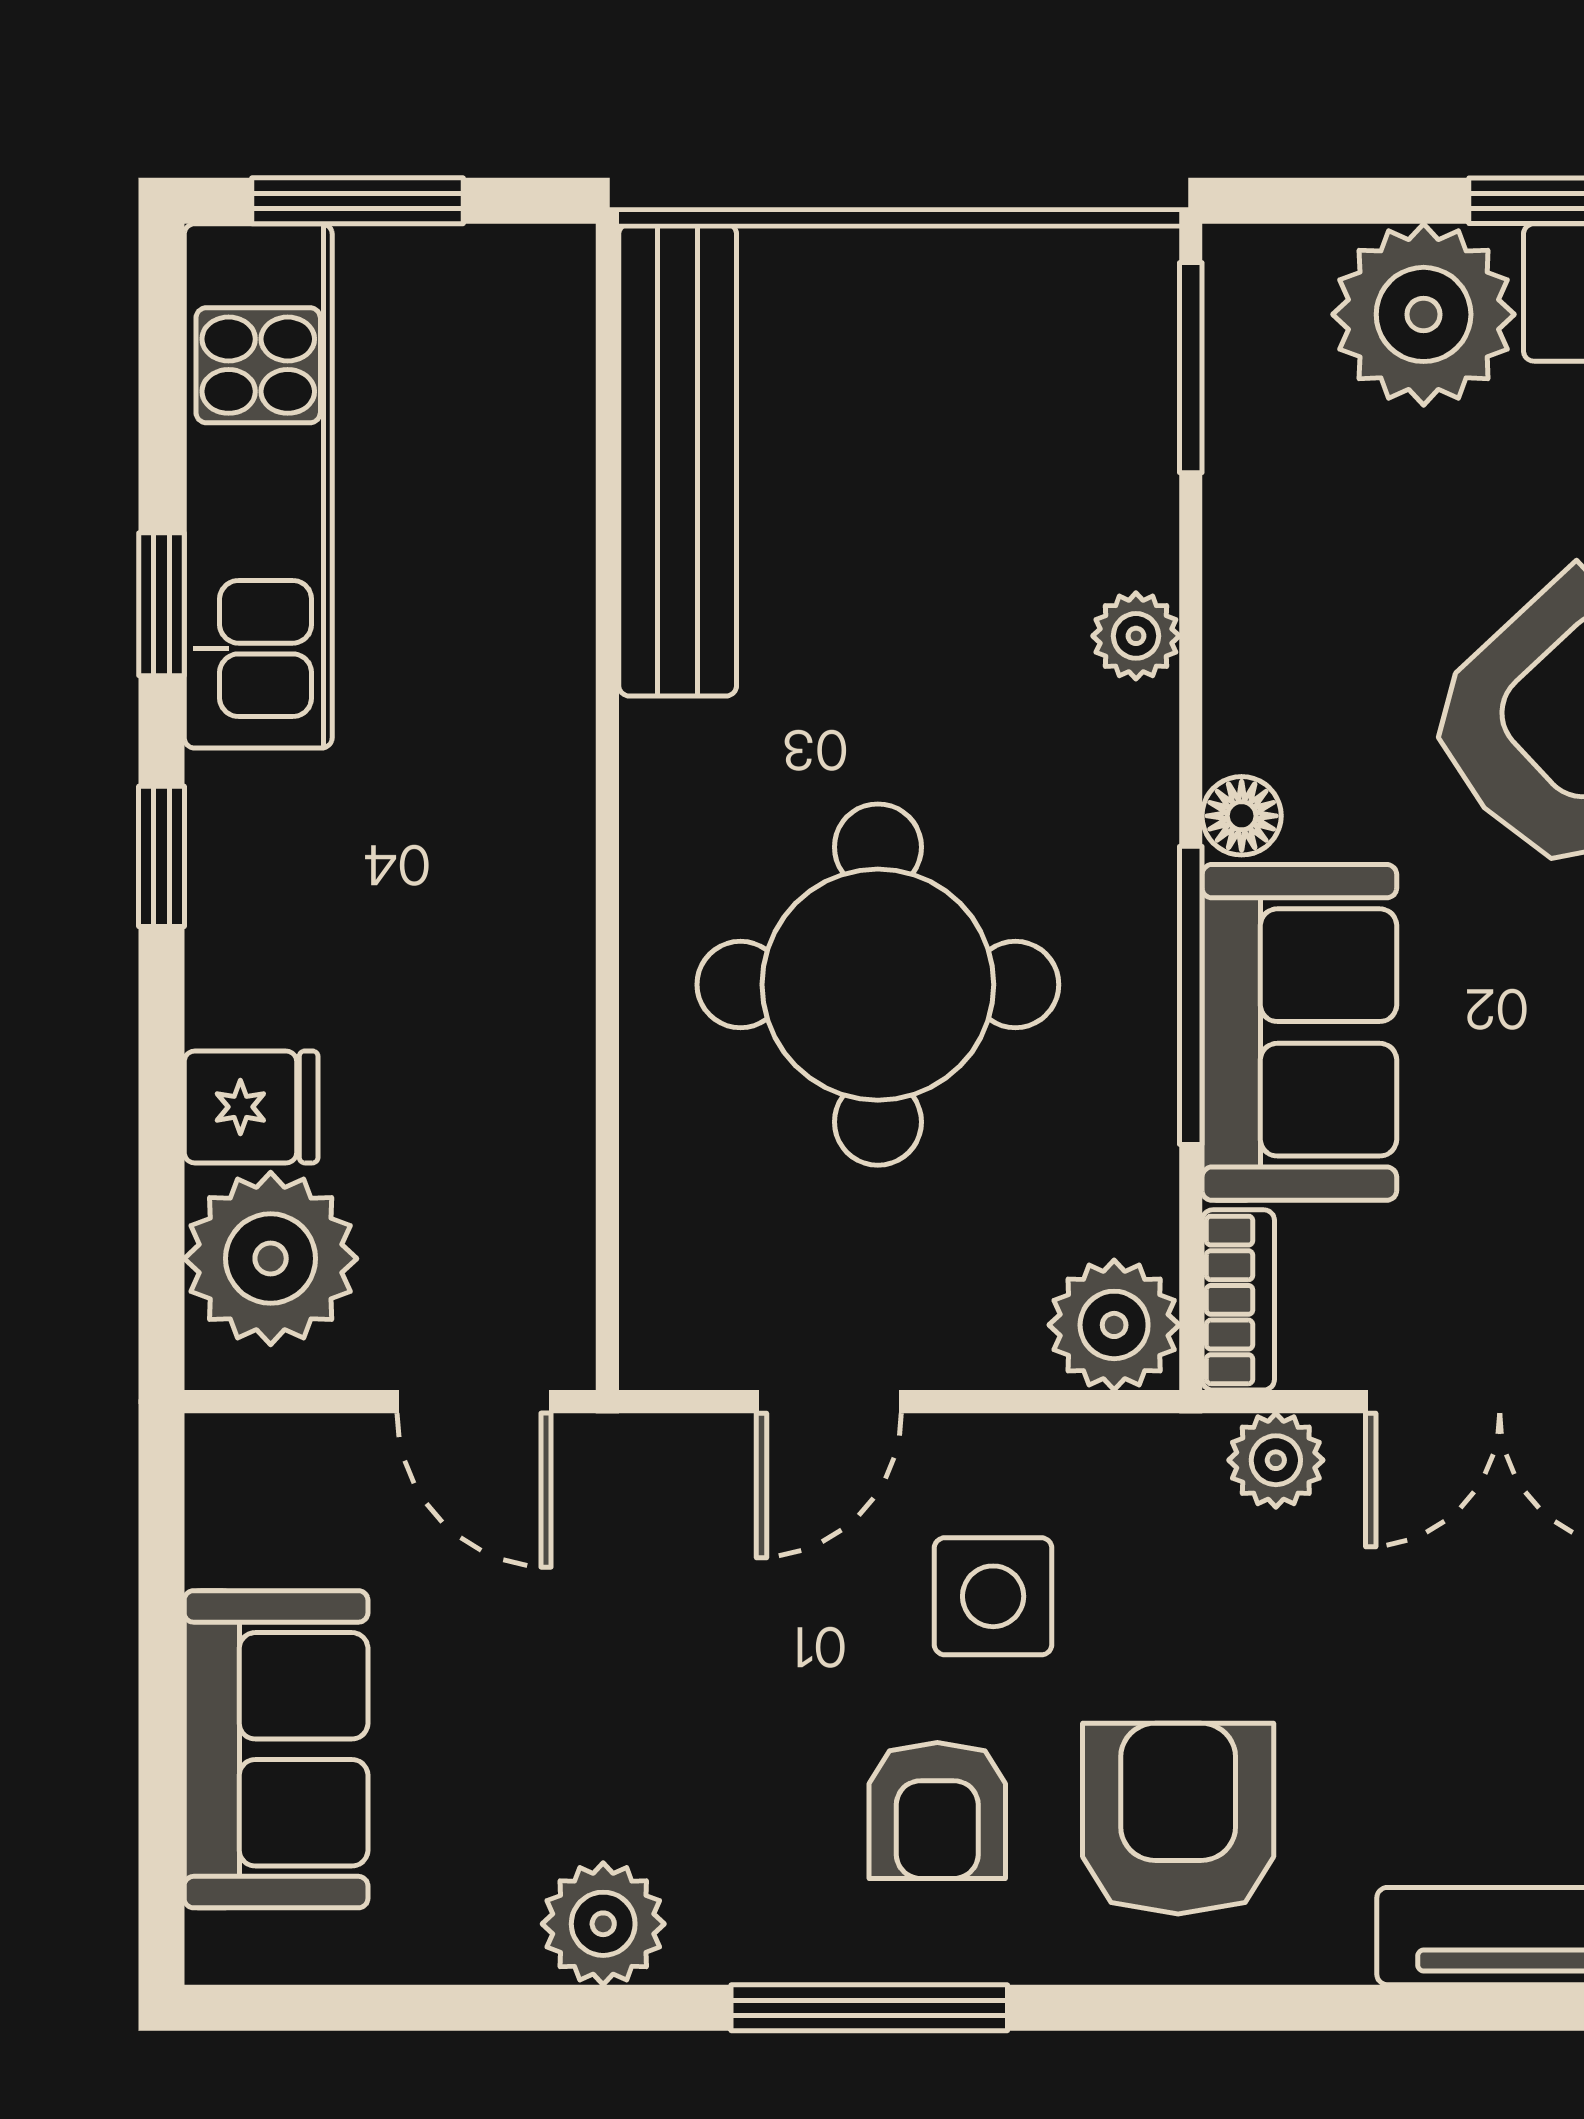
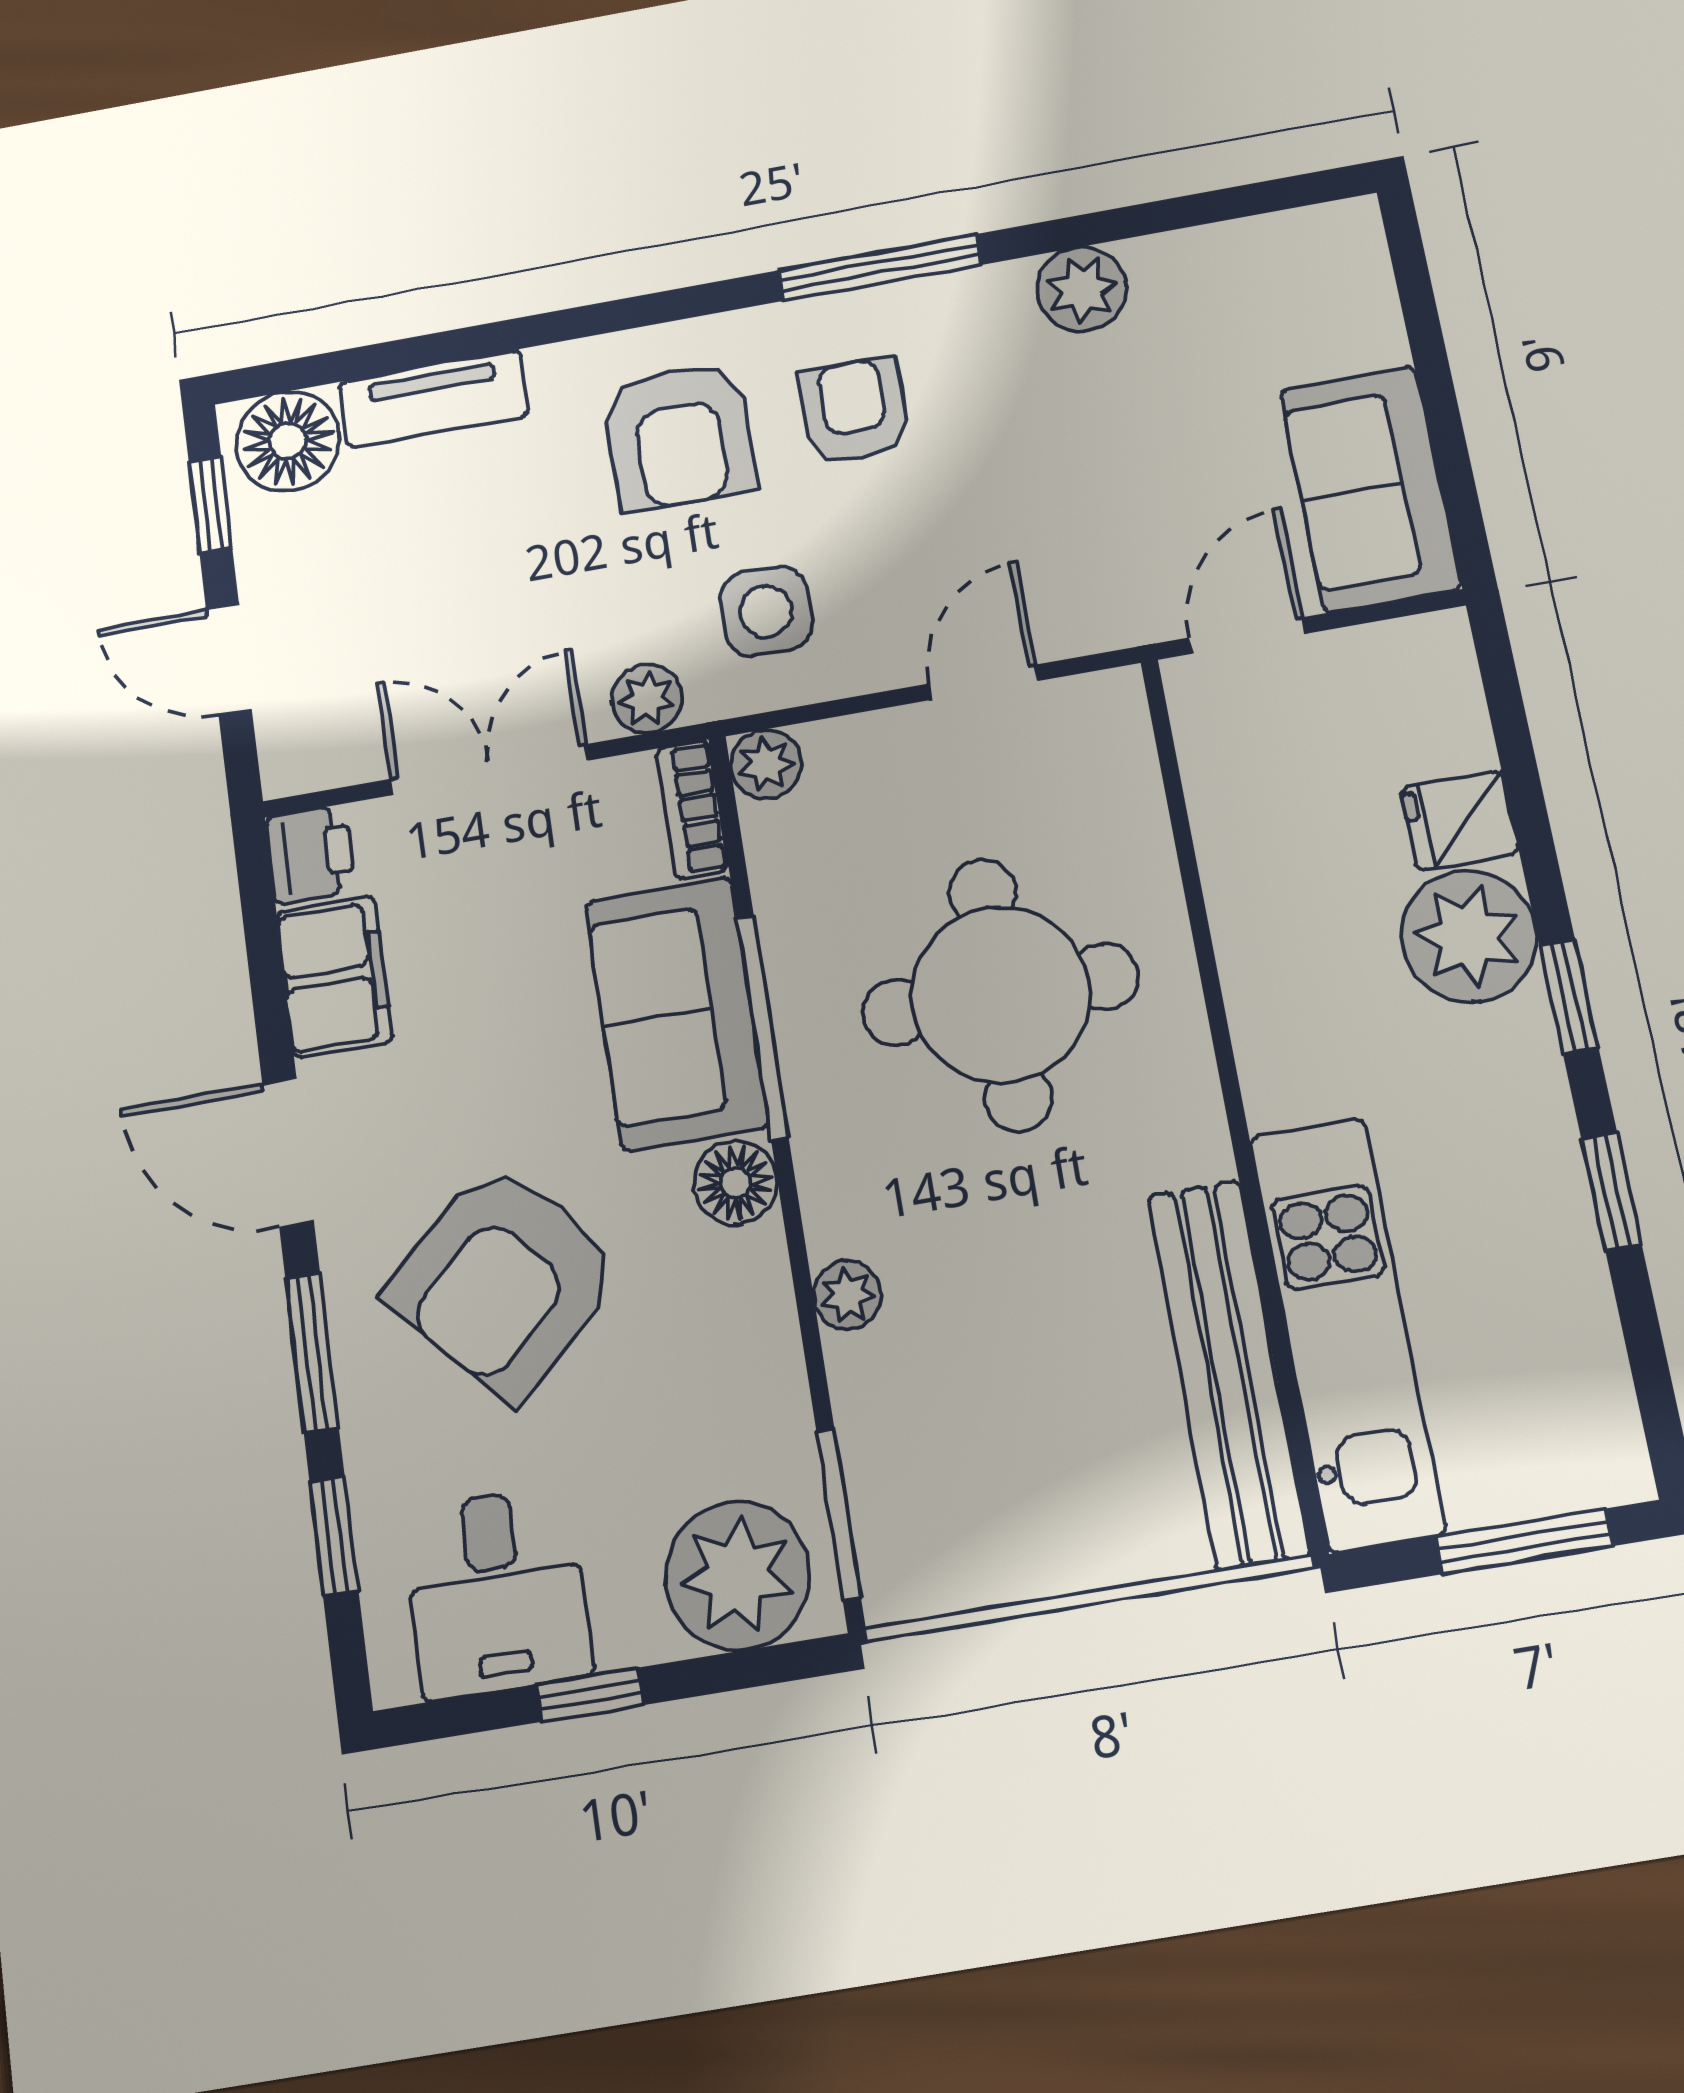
plant: (1424, 314) -> (738, 1575), moved
kitchen unit: (258, 486) -> (1347, 1333), moved, turned 180
floor lamp: (1242, 816) -> (736, 1183), width x1.37, depth x1.37
plant: (271, 1259) -> (1469, 936), moved
plant: (1114, 1325) -> (766, 764), width x0.73, depth x0.73
door: (474, 1402) -> (1247, 636), hinge flipped
side table: (993, 1596) -> (766, 611), moved
sofa: (276, 1749) -> (1370, 489), moved

